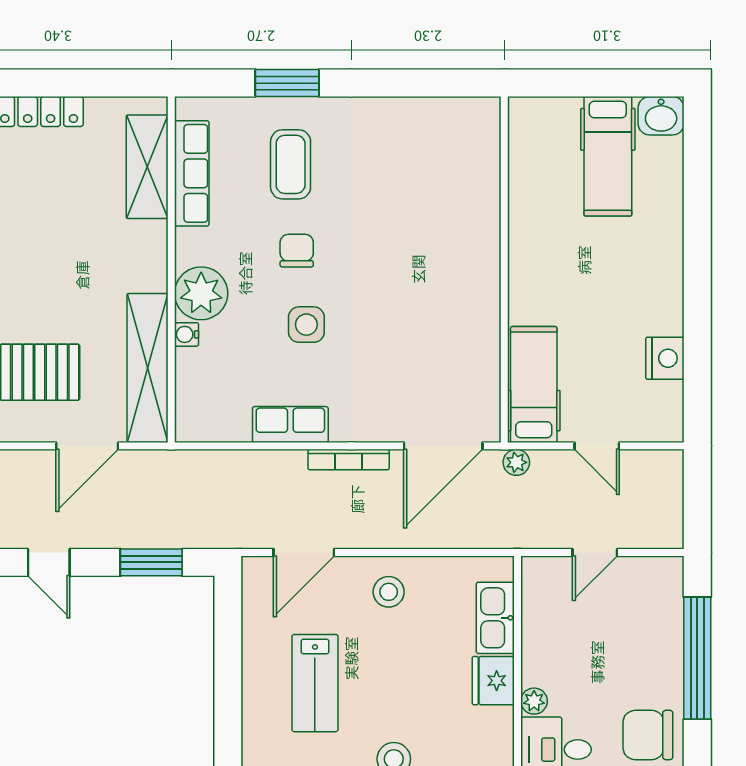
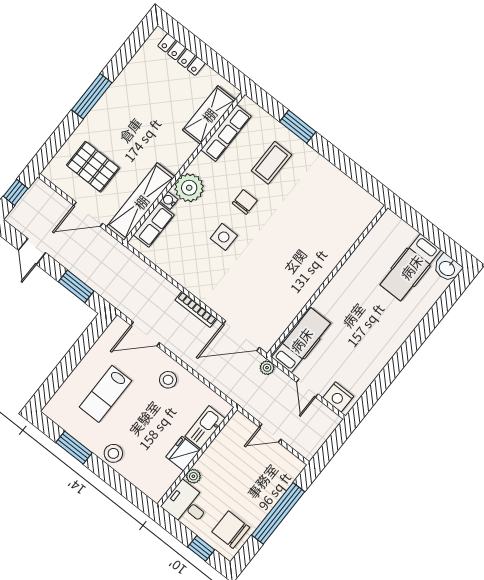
nightstand: (665, 358) -> (338, 397), moved, turned 90
row of seats: (290, 425) -> (154, 225), moved, turned 90

